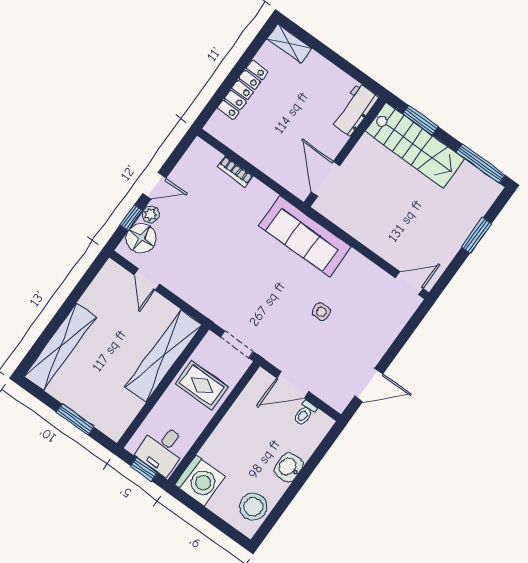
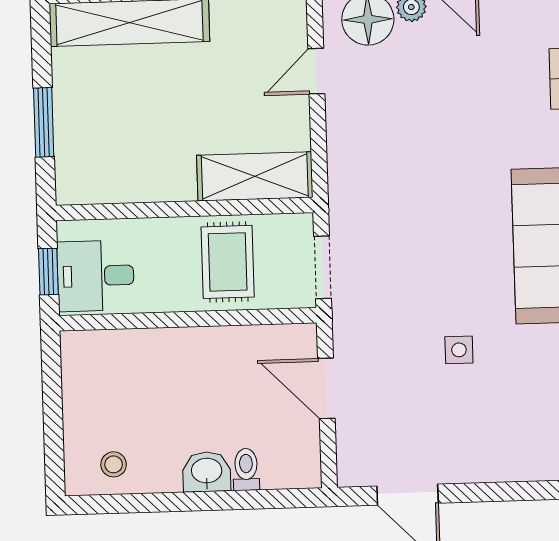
shelving: (164, 356) -> (255, 176), width x0.68
toilet: (305, 413) -> (246, 469), moved, turned 90
washing machine: (200, 481) -> (93, 362), removed
stool: (253, 507) -> (114, 464), width x0.53, depth x0.53

